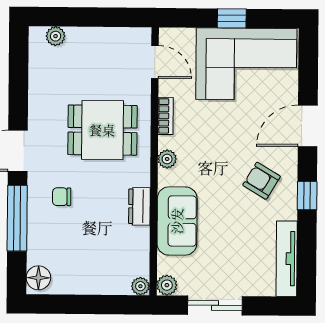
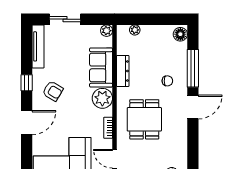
dining table: (102, 130) -> (144, 119), turned 90
plant: (167, 159) -> (102, 98), width x1.88, depth x1.88
dresser: (139, 206) -> (123, 71), width x1.44
plant: (140, 286) -> (135, 30), moved
sliding door: (215, 305) -> (65, 19), moved

